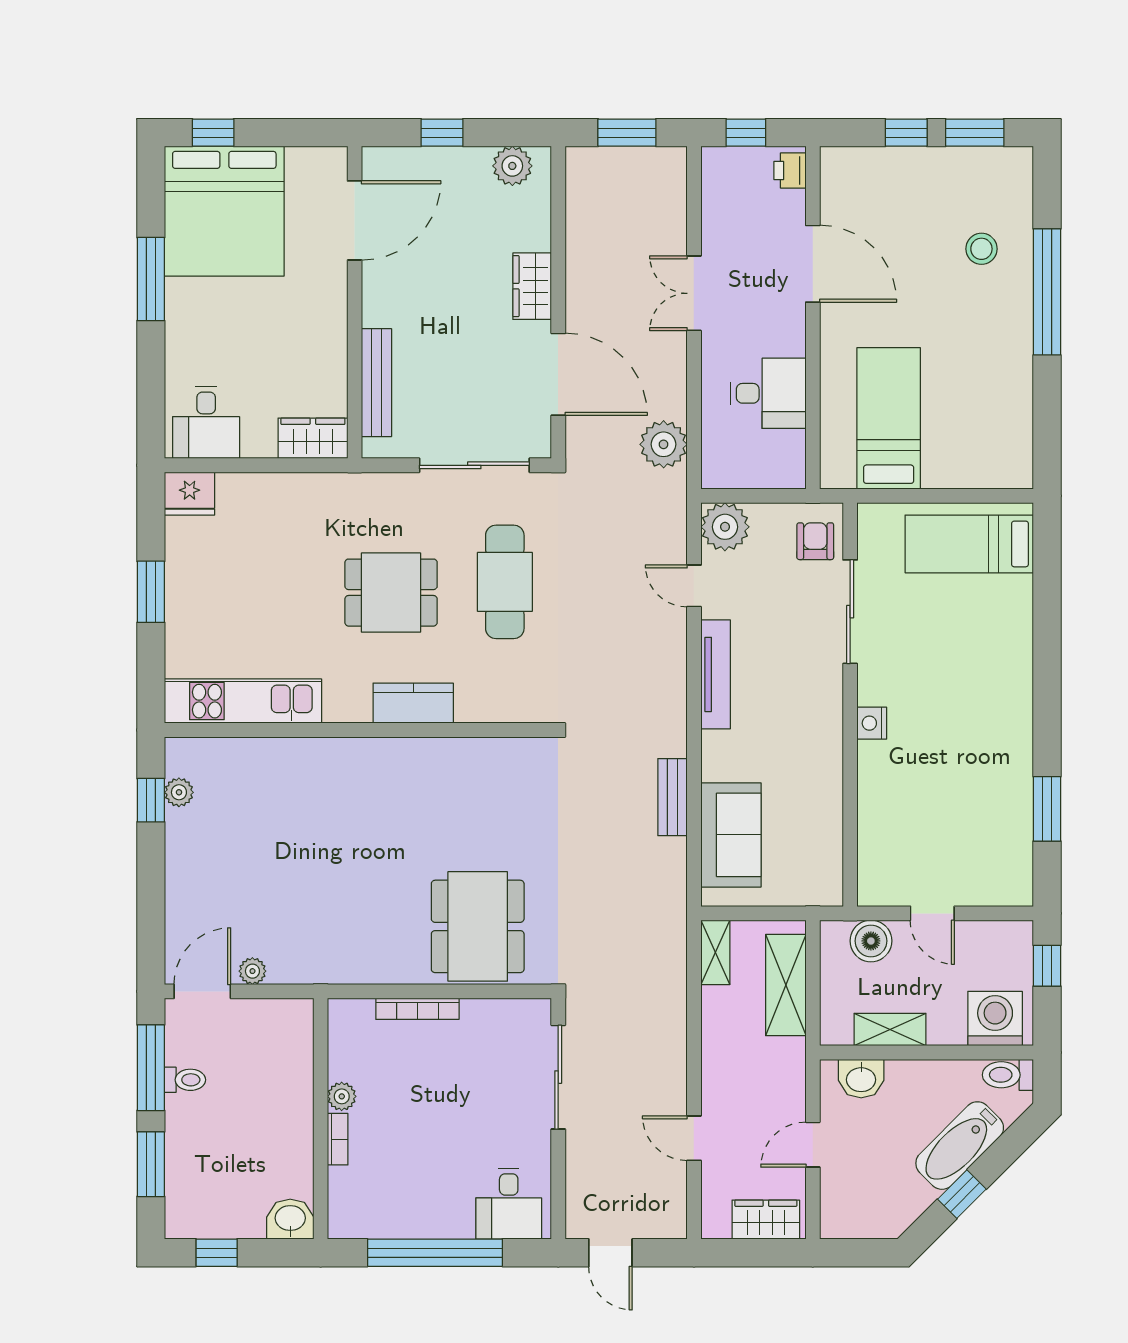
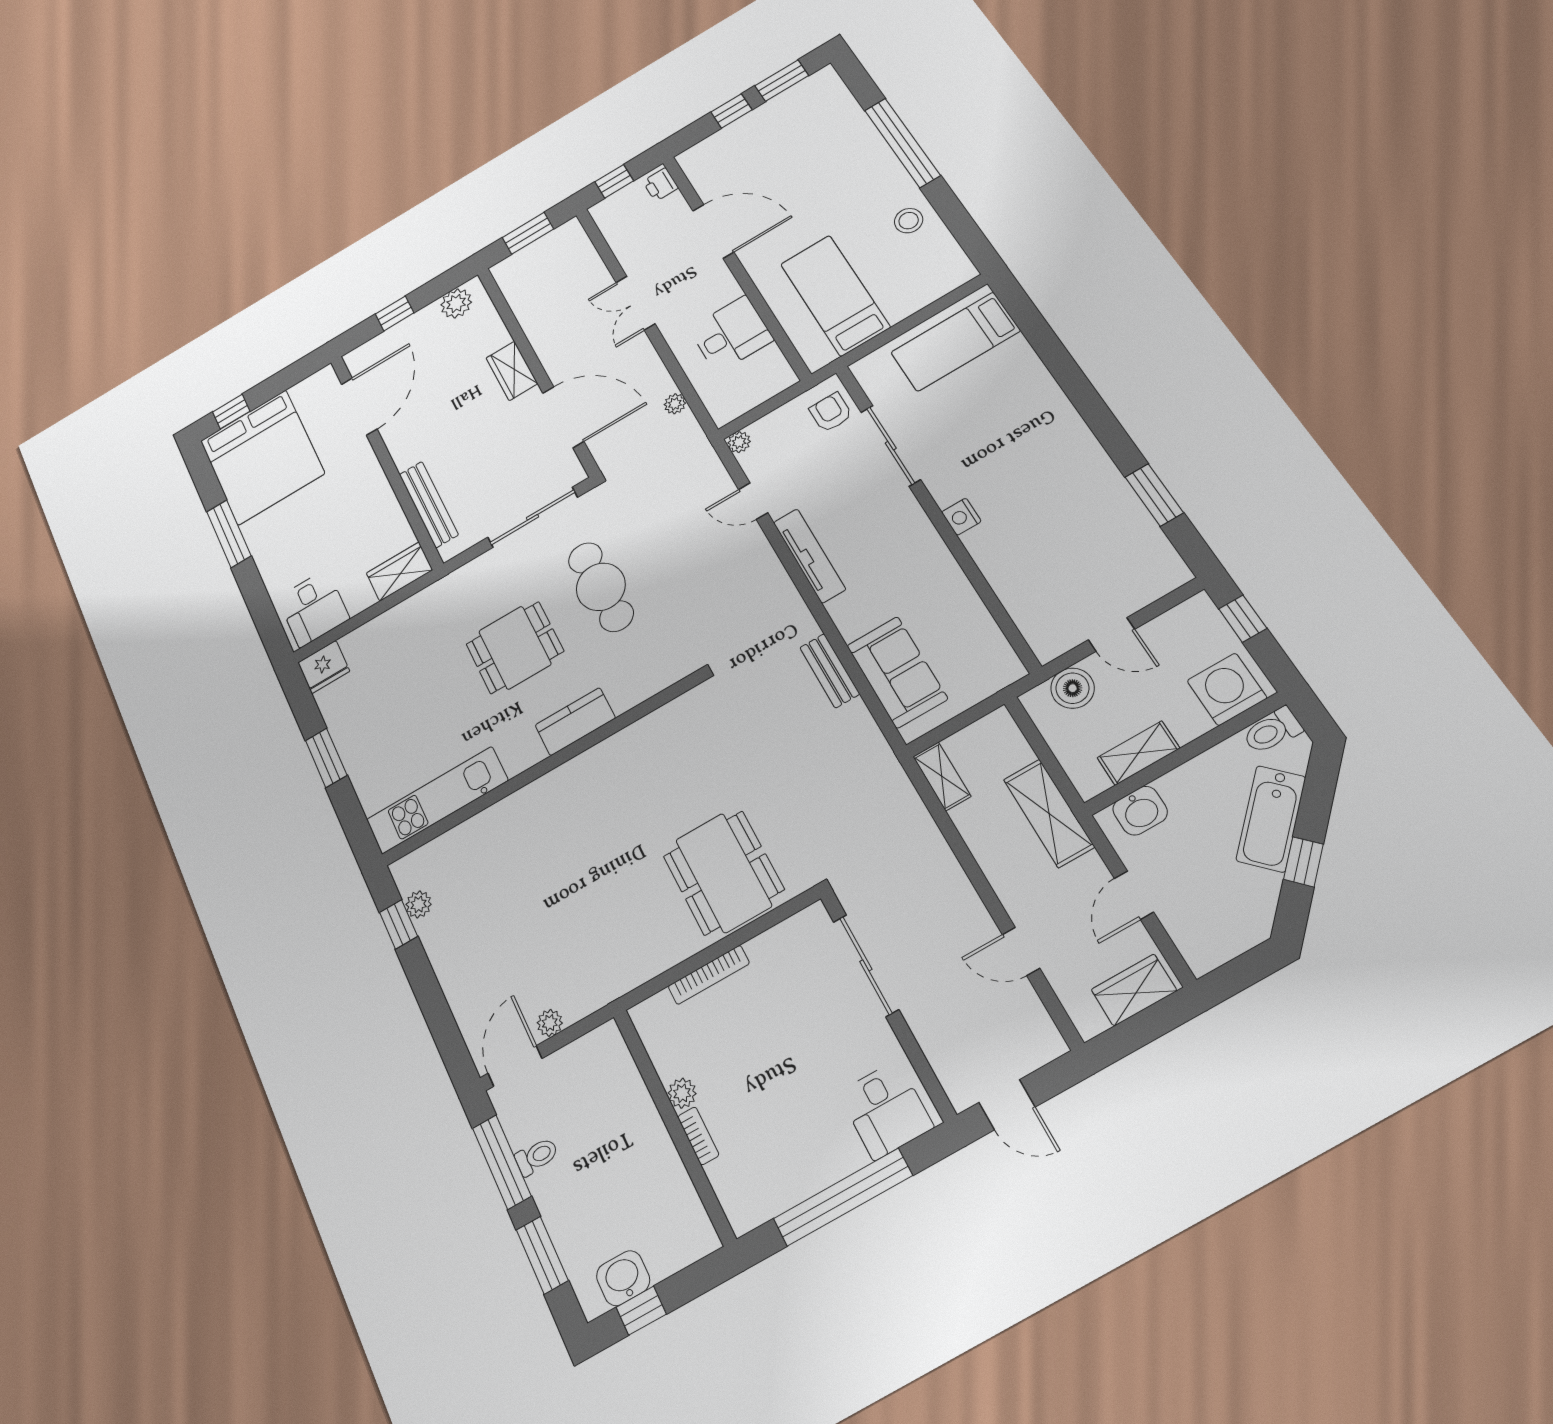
stool: (981, 249) -> (909, 221), moved
plant: (664, 444) -> (675, 404), width x0.53, depth x0.53
plant: (725, 527) -> (739, 442), width x0.53, depth x0.53
shelving: (786, 985) -> (1049, 813), moved
washbasin: (290, 1219) -> (623, 1278), moved

